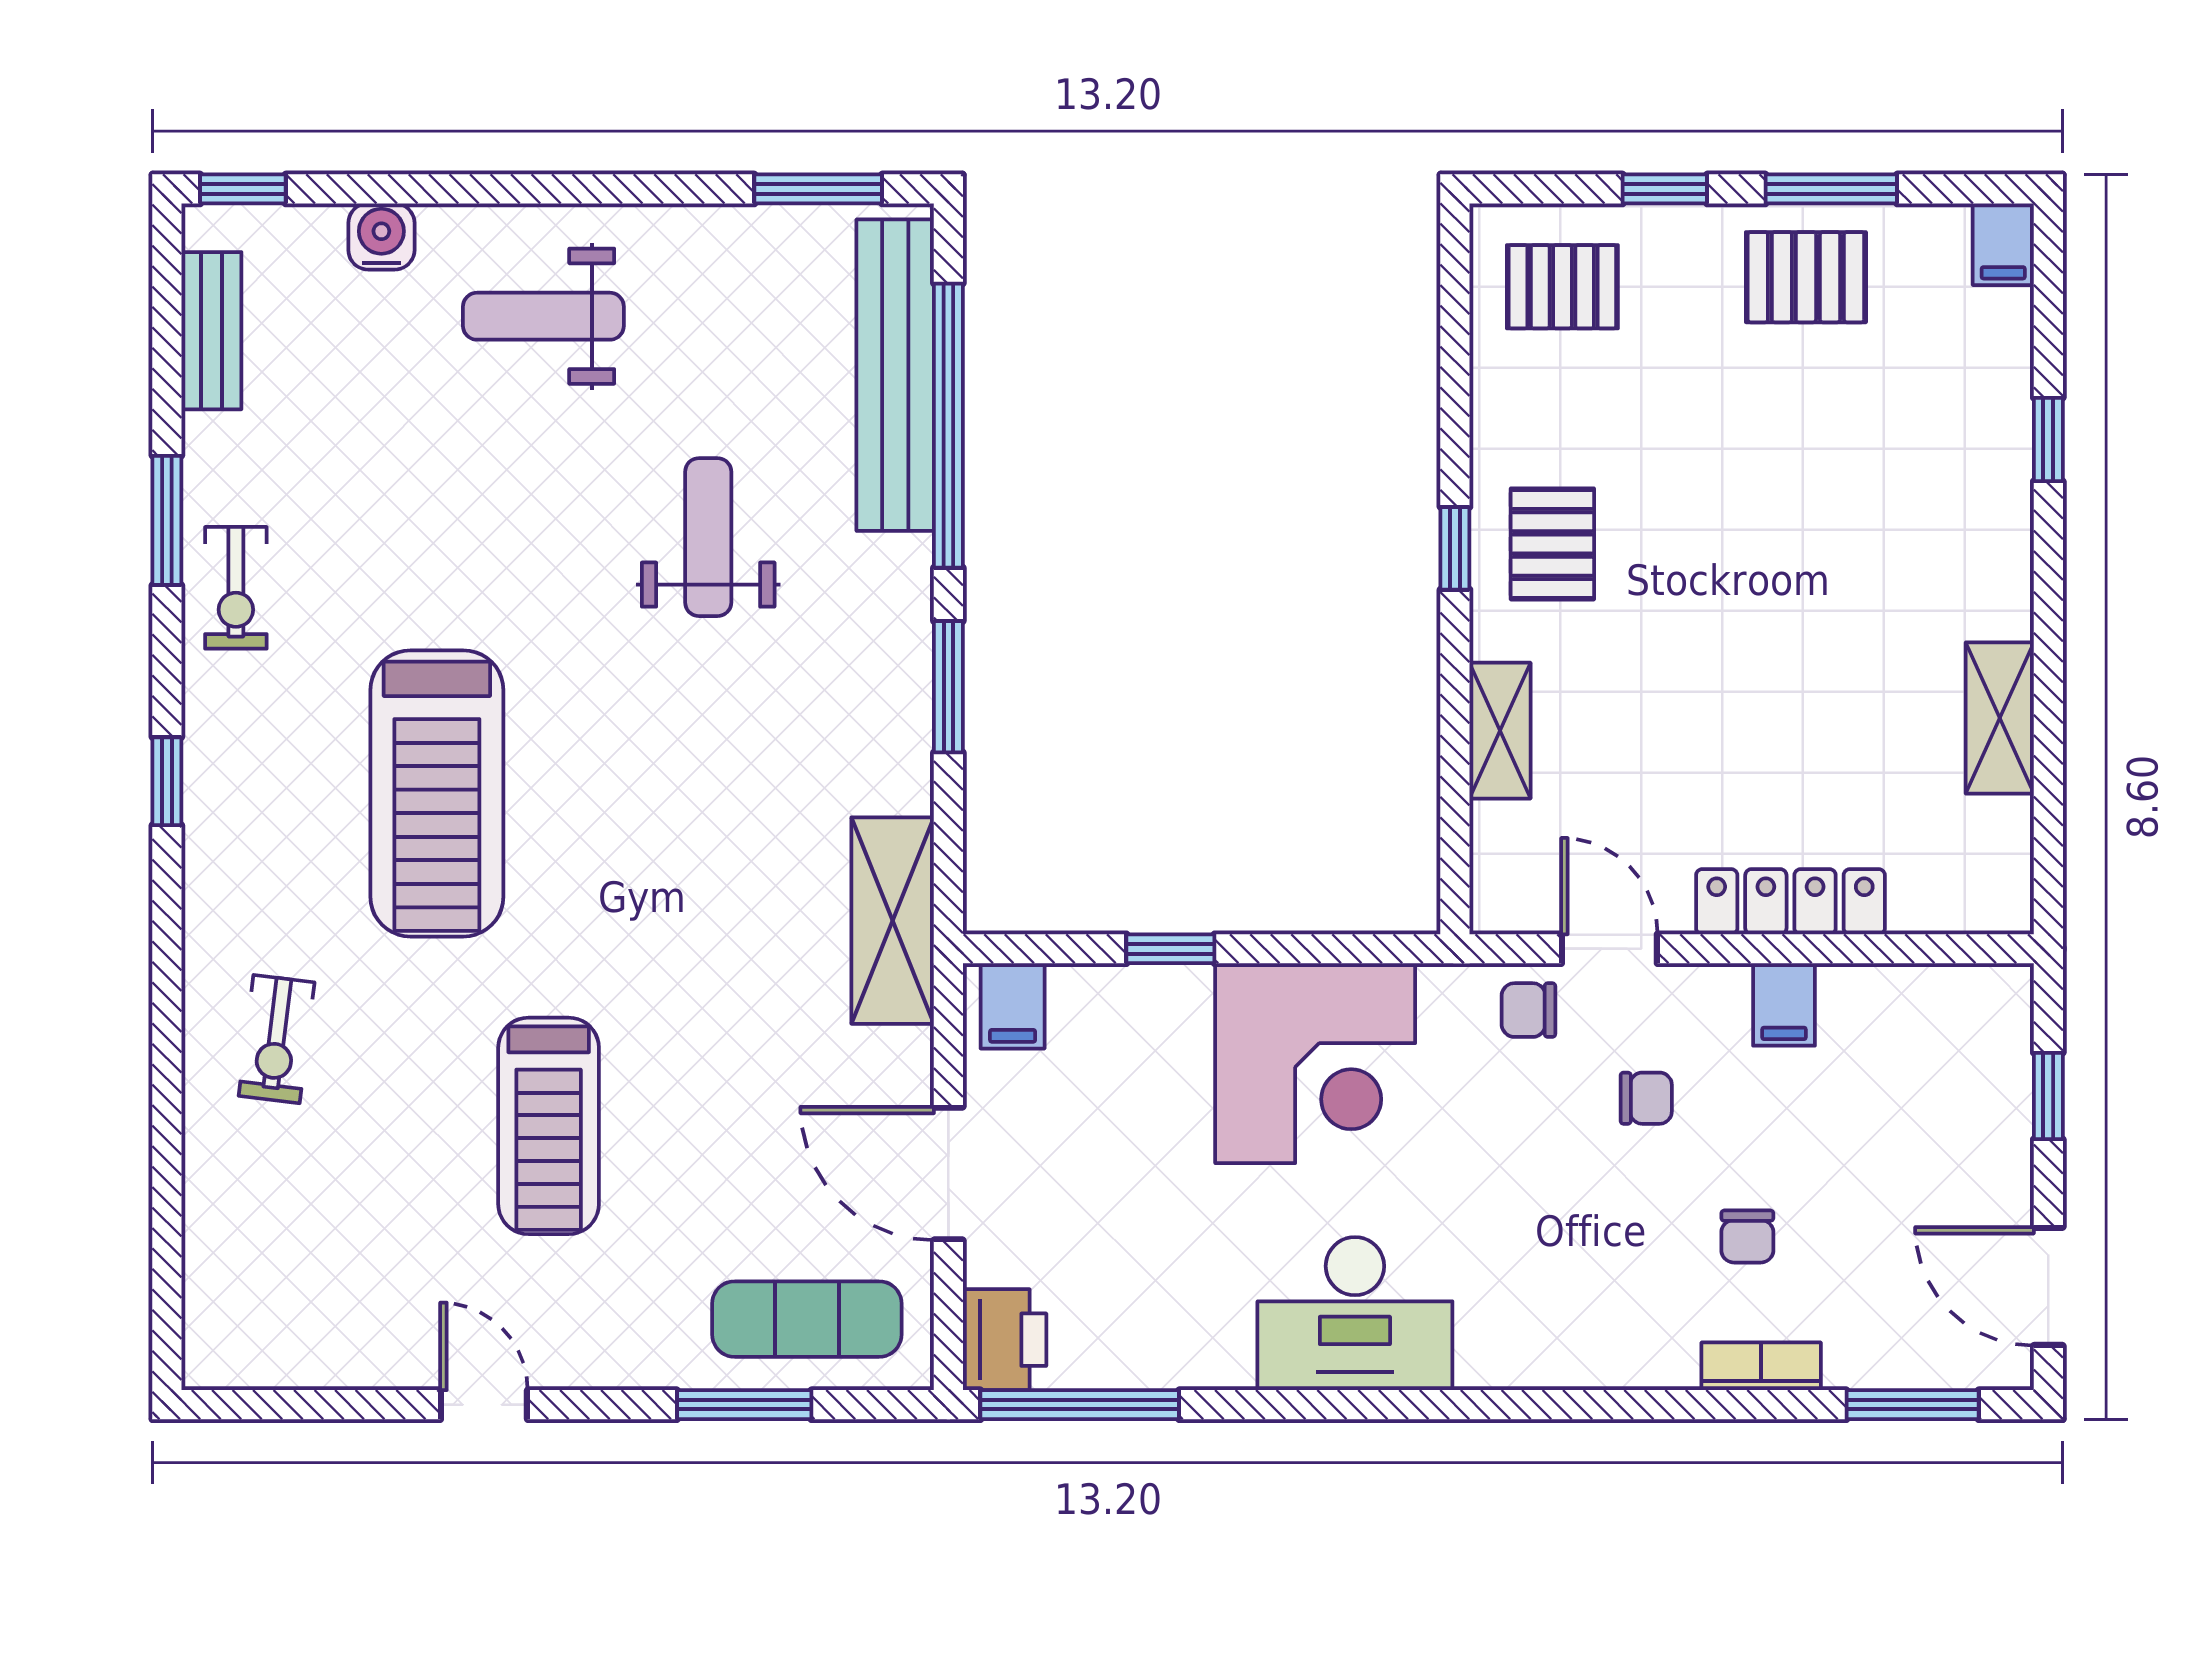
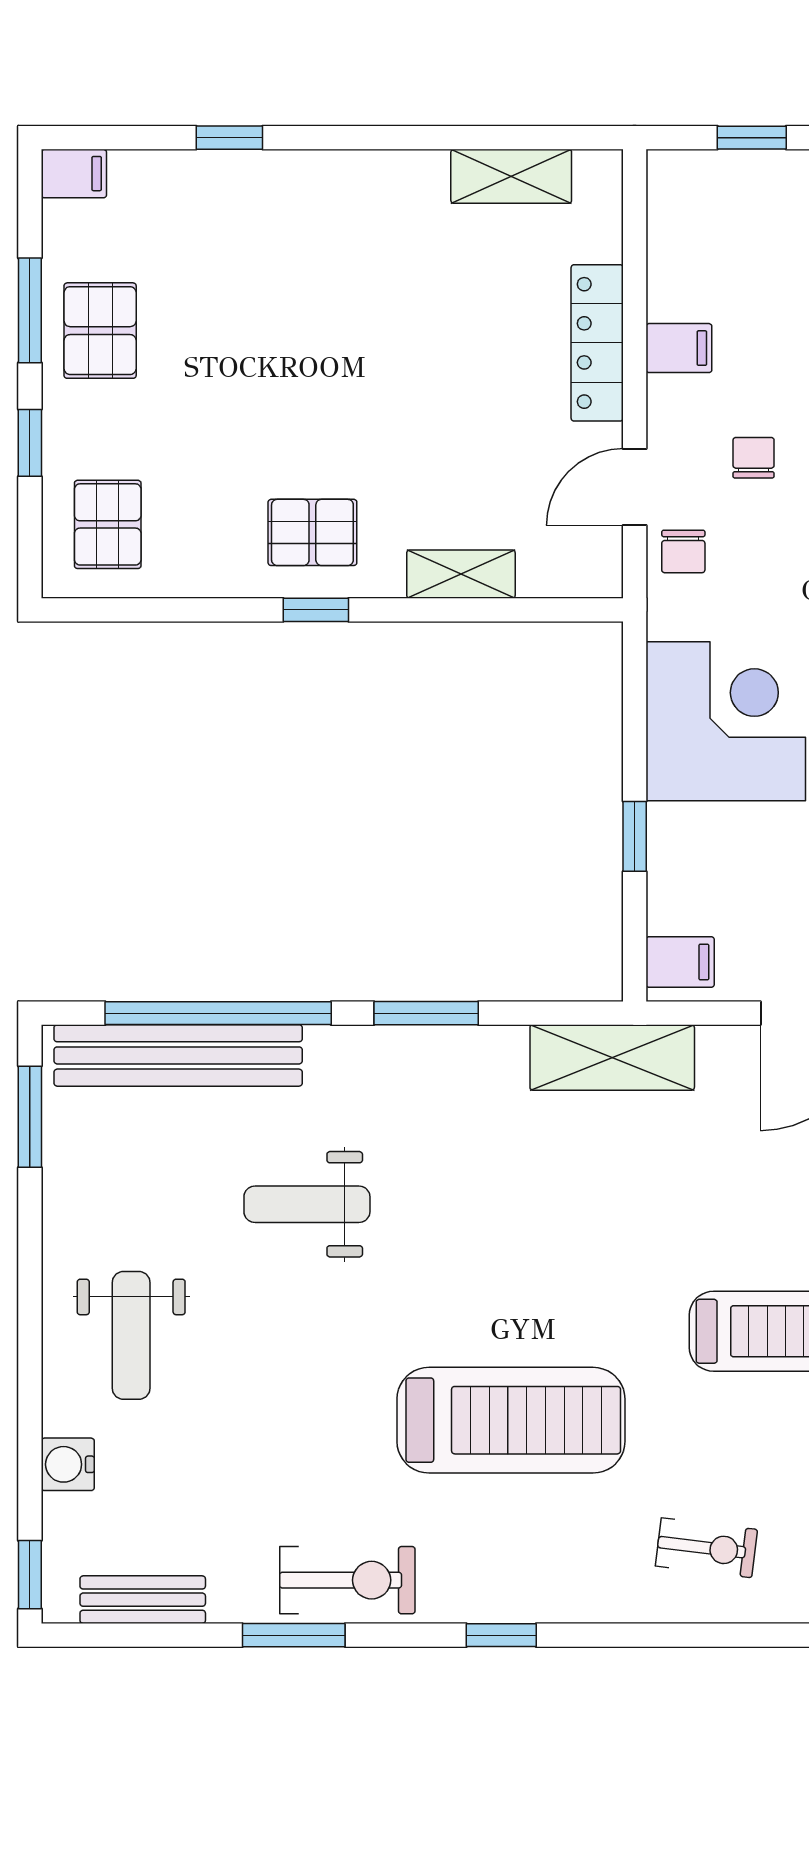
exercise bike: (236, 588) -> (347, 1580), width x1.38, depth x1.39
shelving: (2000, 718) -> (511, 176), moved

